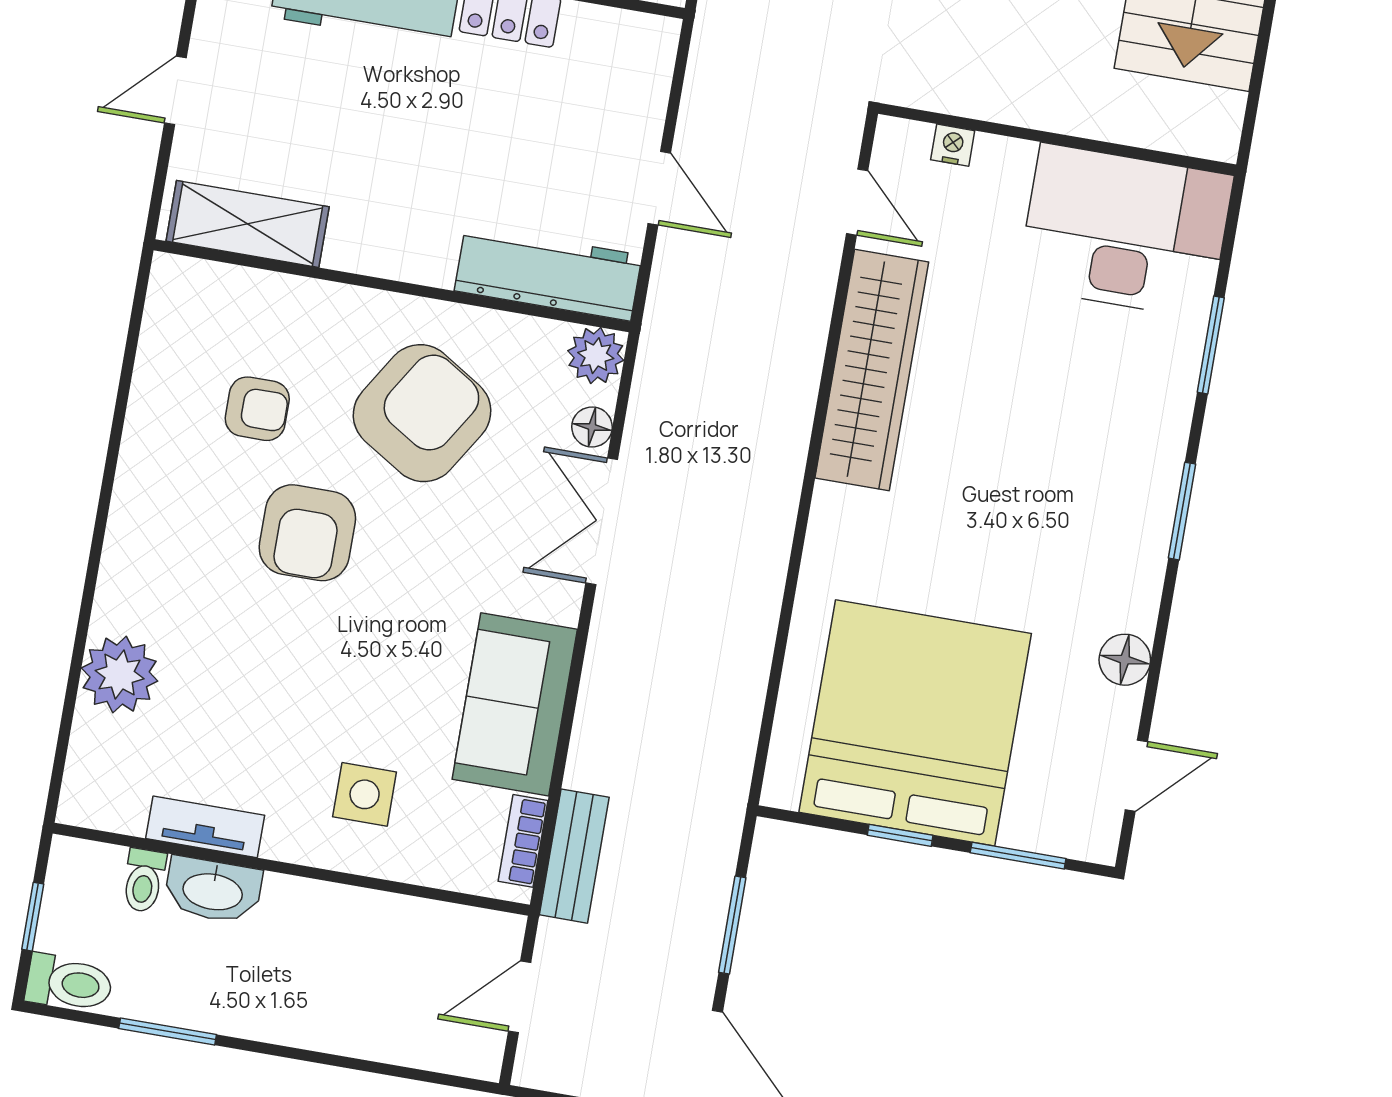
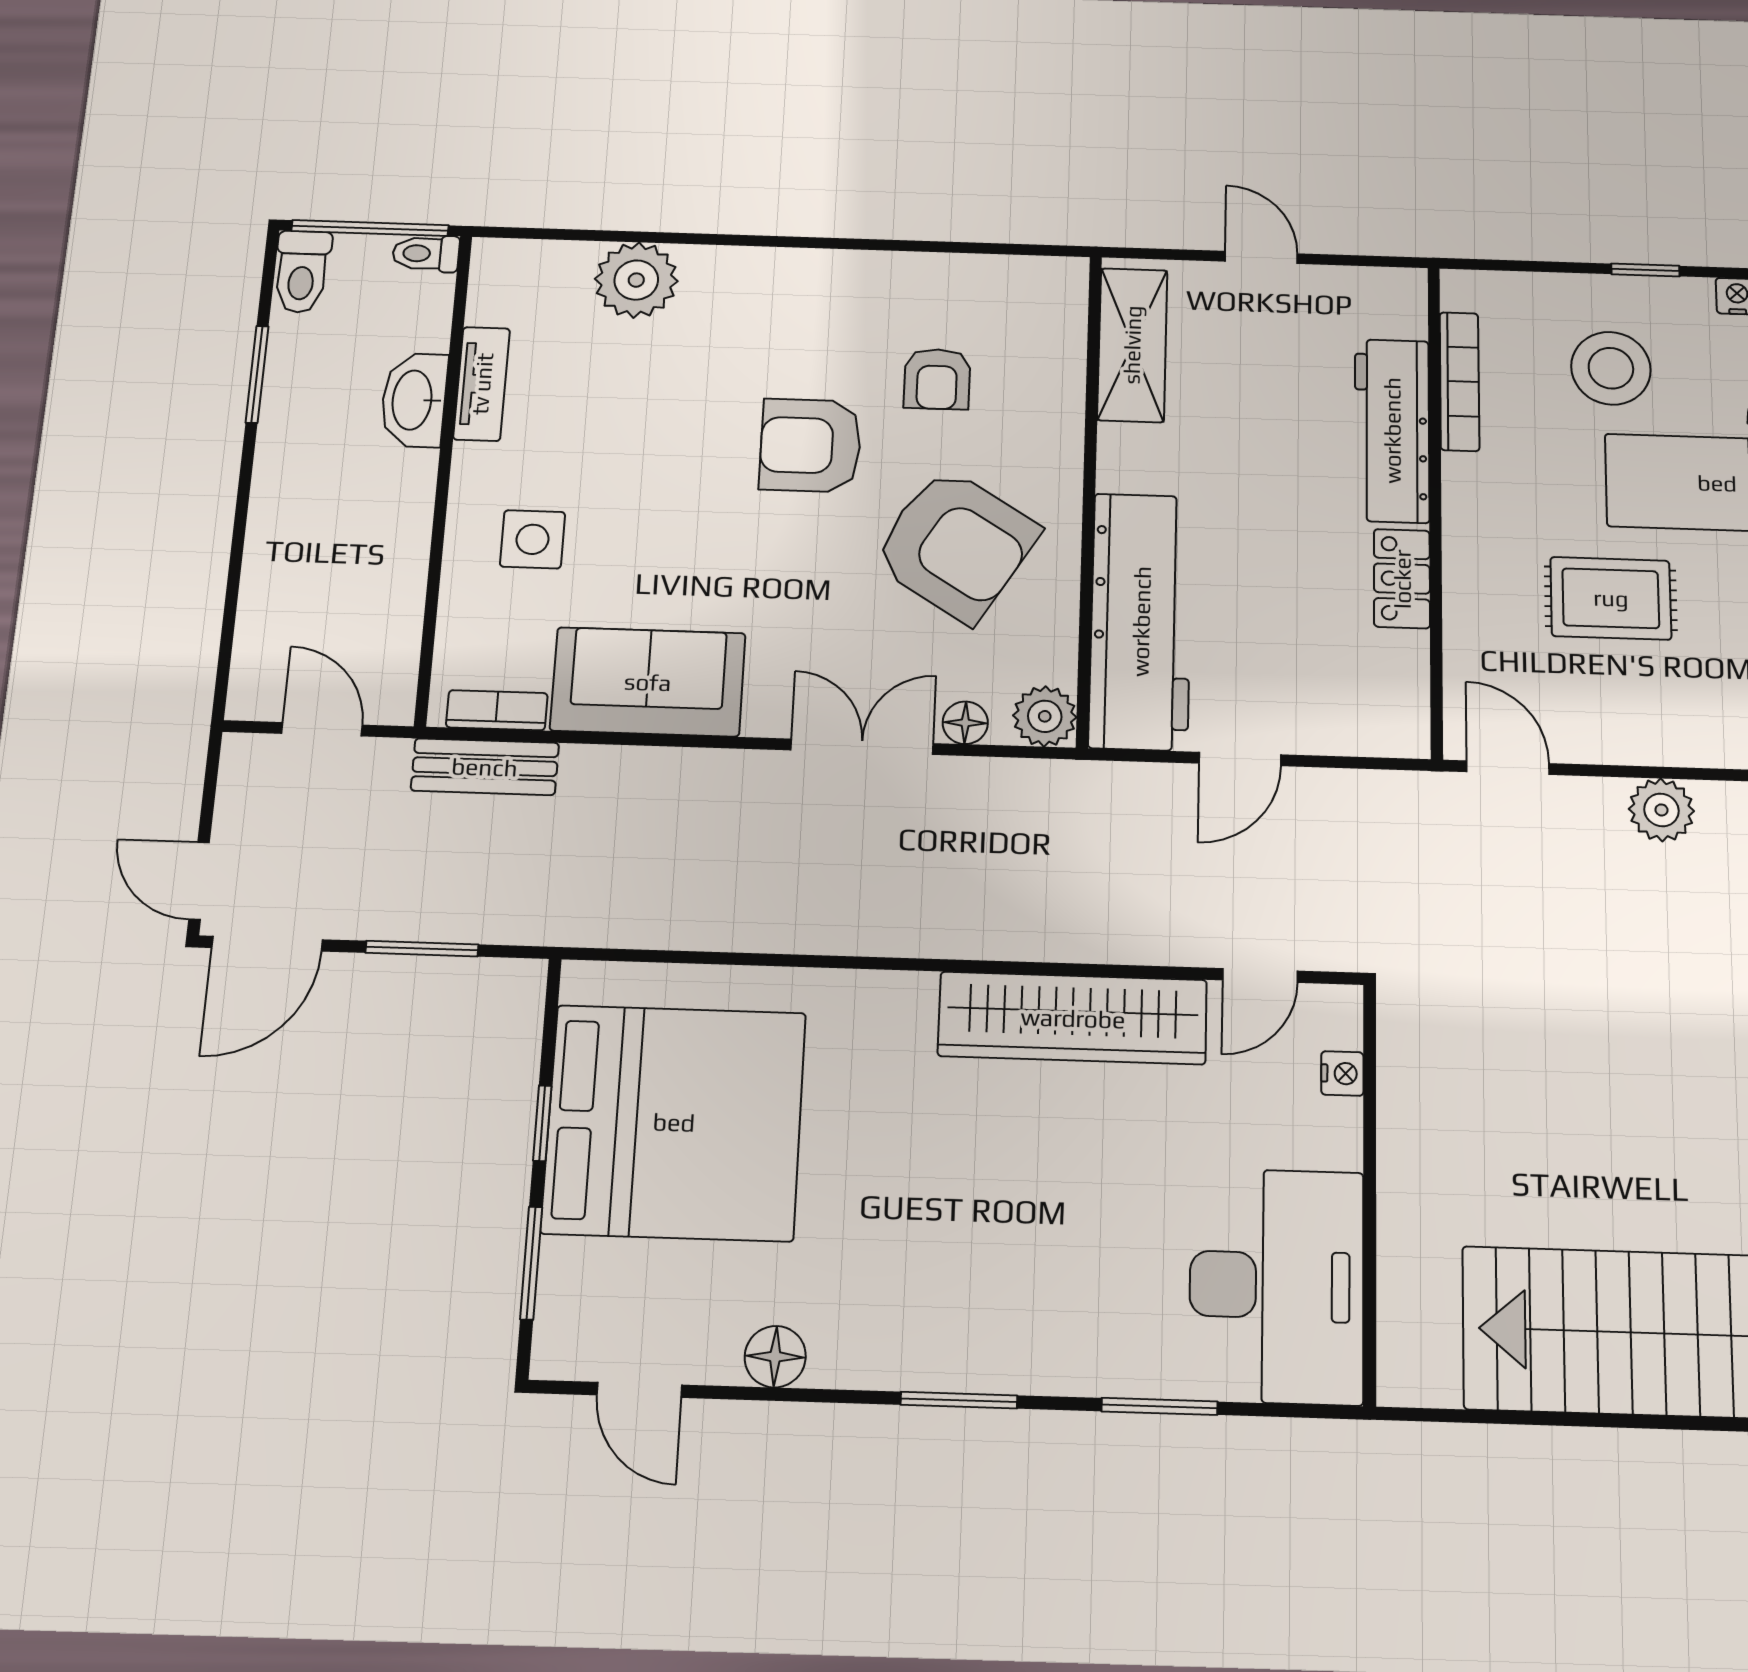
workbench: (548, 273) -> (1141, 621), width x1.36, depth x1.32
toilet: (144, 880) -> (426, 254), moved
window: (33, 917) -> (370, 228), width x2.17

